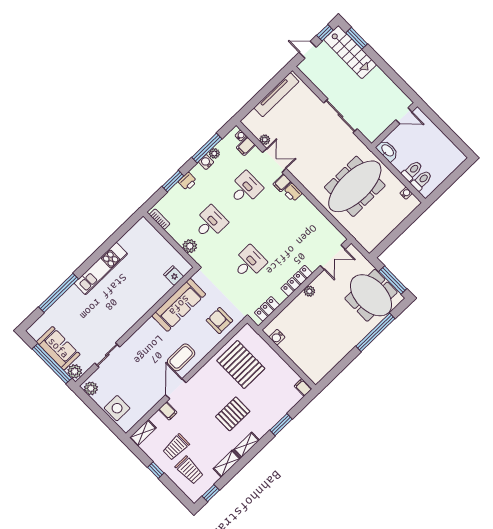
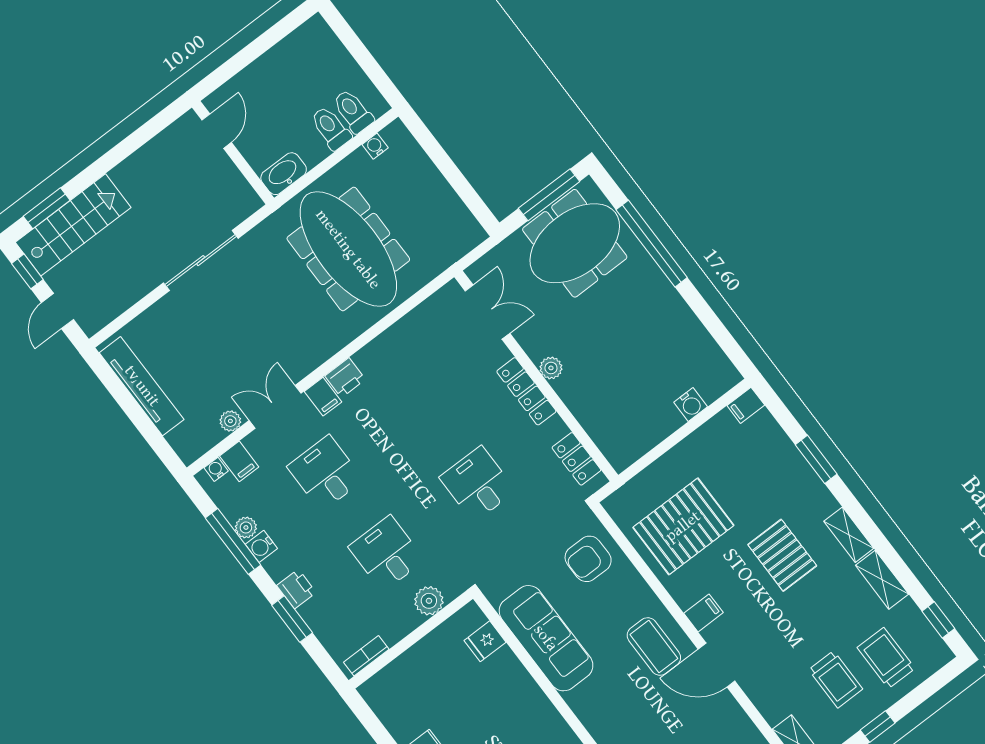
water cooler: (277, 337) -> (691, 404), moved
filing cabinet: (168, 411) -> (703, 613), moved
trolley: (189, 470) -> (886, 658), turned -90

